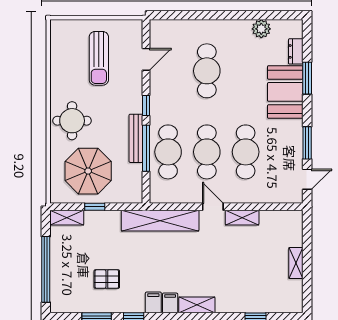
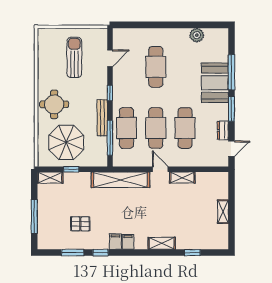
dresser: (296, 51) -> (223, 130), moved
sun lounger: (99, 58) -> (74, 57), turned 180
window: (307, 78) -> (231, 72), width x1.44
window: (307, 143) -> (231, 109), moved
window: (146, 148) -> (110, 138), moved
window: (46, 269) -> (34, 217), width x0.68
shelving: (197, 305) -> (162, 243), moved

